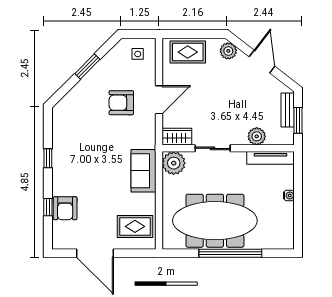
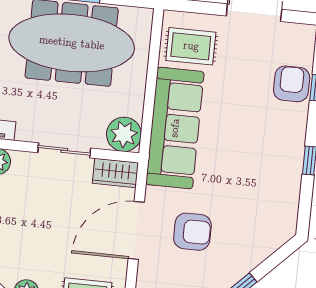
door: (159, 100) -> (136, 230), width x1.36
sofa: (143, 171) -> (175, 128), width x1.85, depth x1.27

